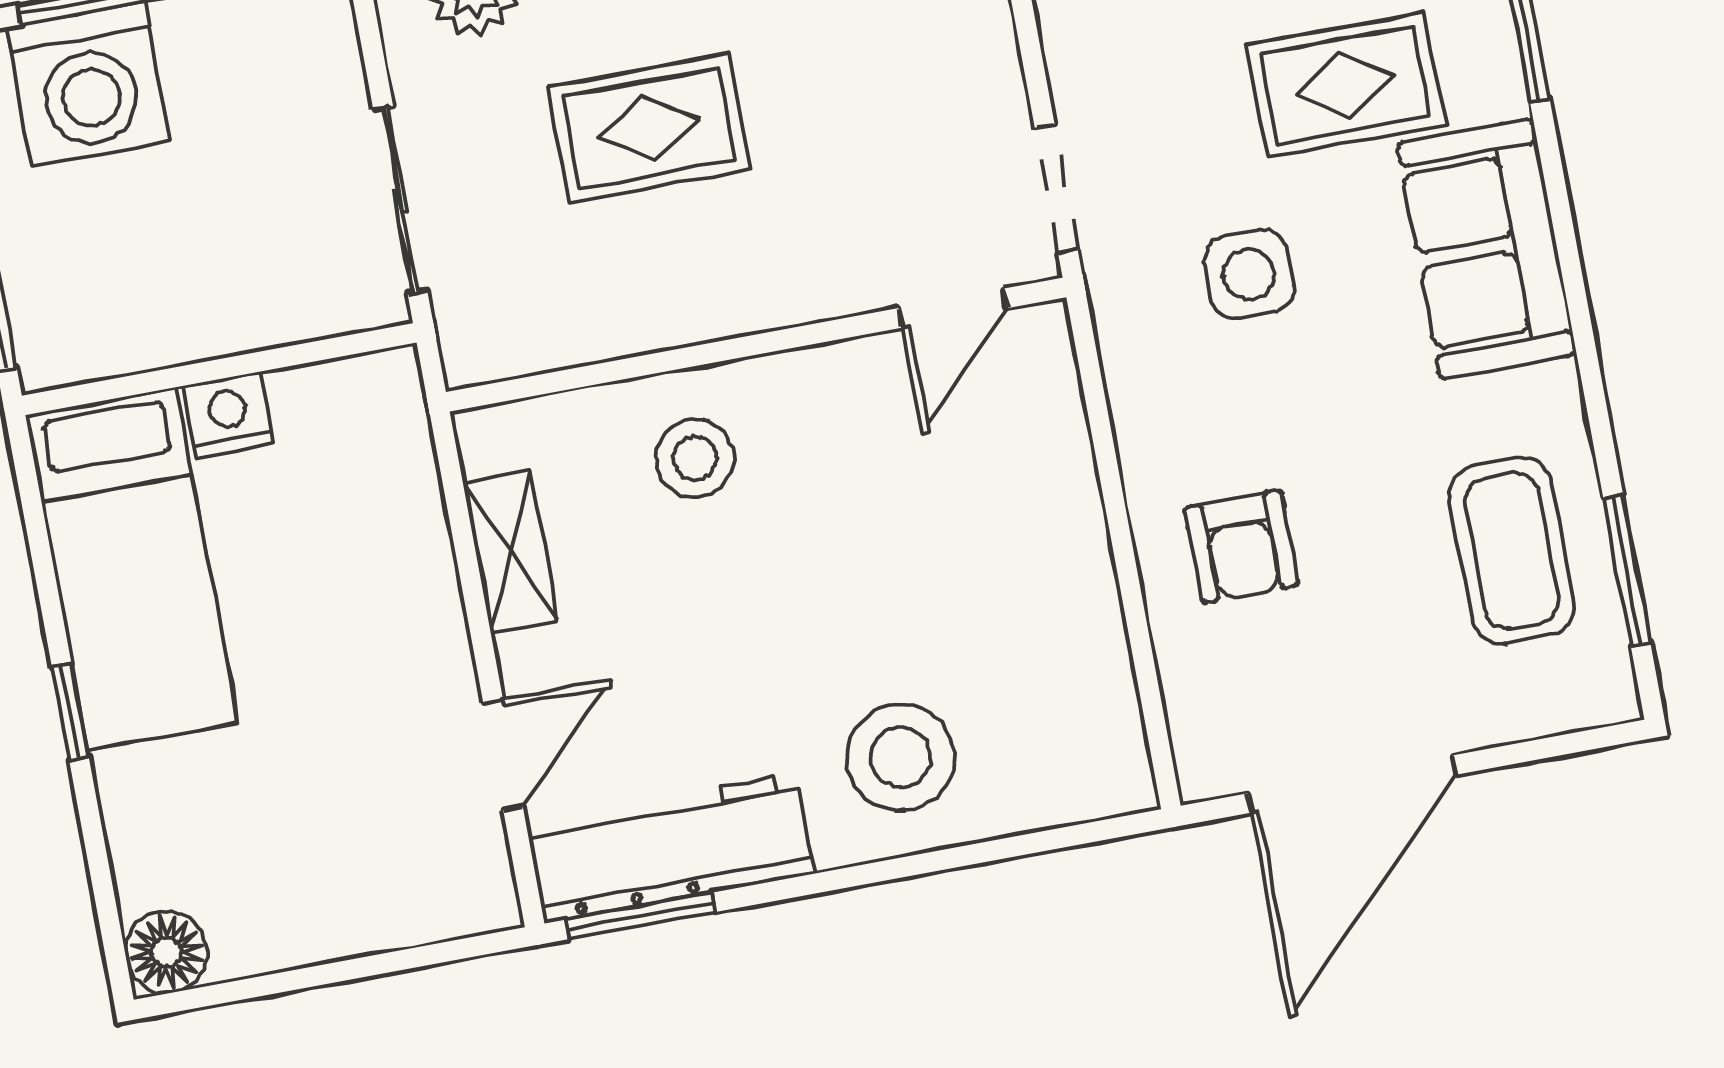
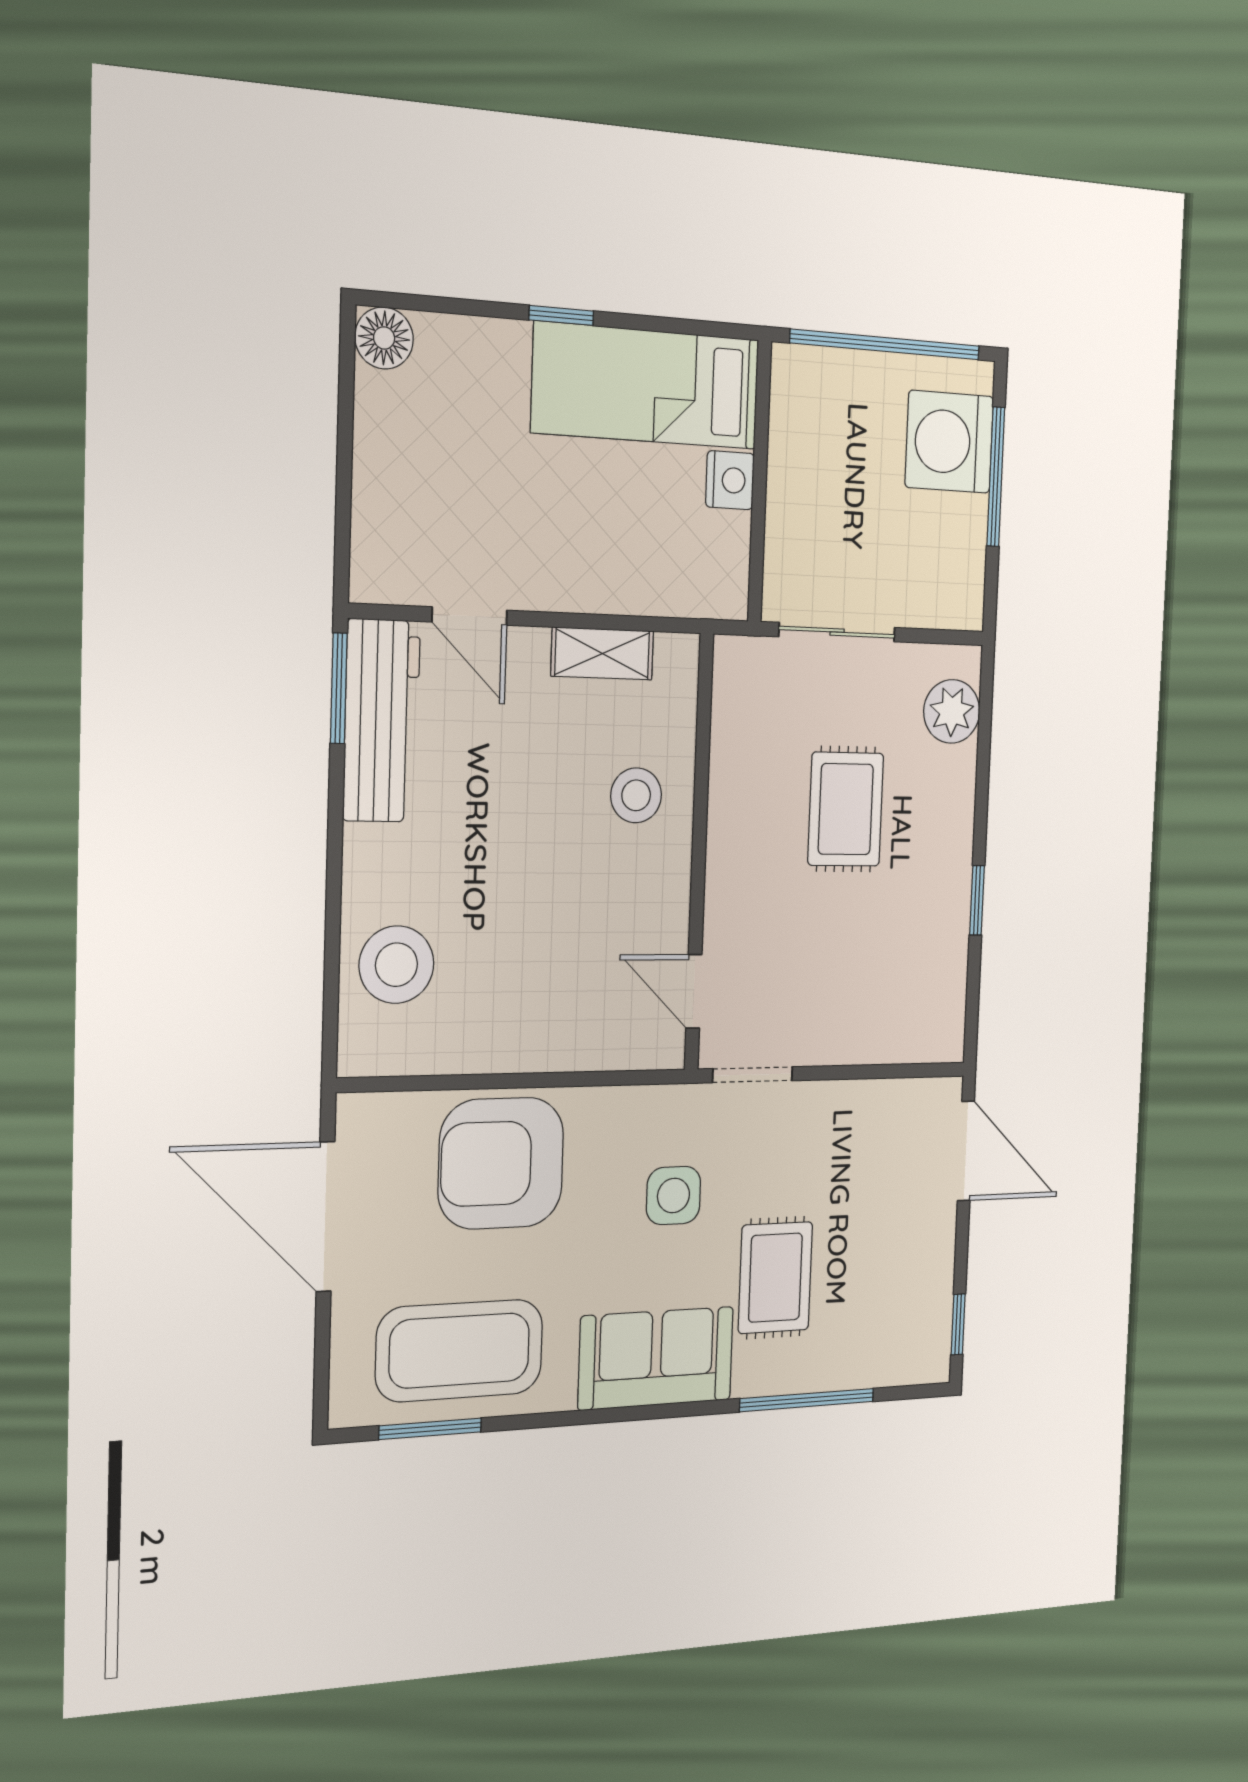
armchair: (1242, 546) -> (501, 1163), width x1.88, depth x1.88
coffee table: (1512, 551) -> (460, 1351), width x1.36, depth x1.32
stool: (901, 757) -> (396, 965), moved

